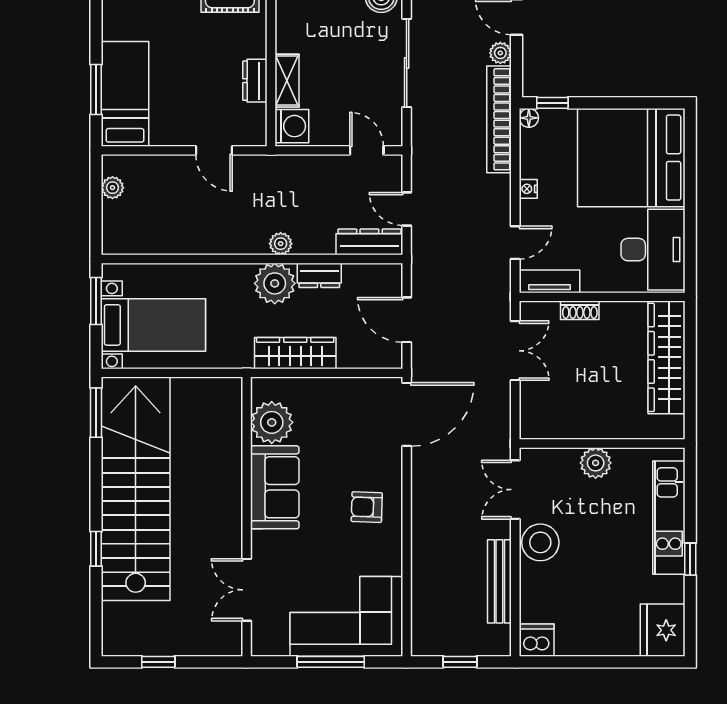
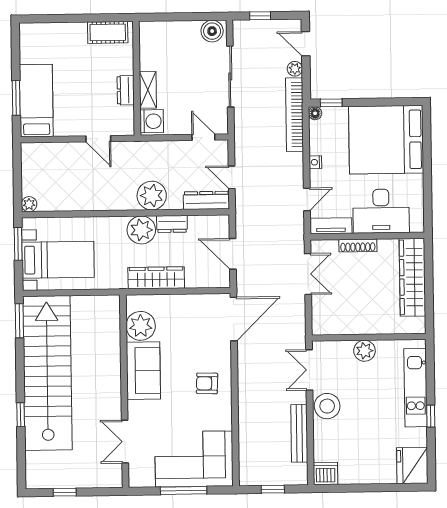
plant: (113, 188) -> (29, 204), moved
plant: (281, 244) -> (152, 196), width x1.87, depth x1.87
desk: (653, 250) -> (381, 211), moved, turned 90
shoe rack: (580, 310) -> (358, 245), width x1.43

